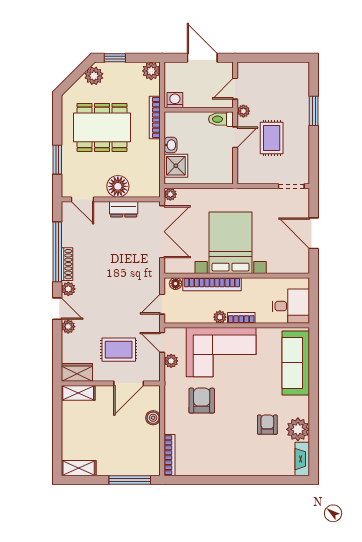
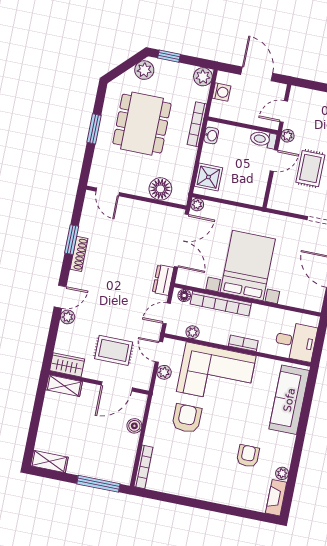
washing machine: (175, 100) -> (221, 92), moved, turned 90
dining table: (102, 127) -> (142, 124), turned 90
washbasin: (170, 145) -> (211, 135), moved
window: (57, 160) -> (94, 129), moved
floor lamp: (118, 186) -> (160, 189), moved
dresser: (124, 209) -> (163, 280), moved, turned 90
window: (57, 252) -> (72, 240), width x0.47
plant: (68, 289) -> (75, 279), removed
door: (57, 309) -> (60, 297), hinge flipped
plant: (220, 317) -> (193, 332), moved
plant: (298, 429) -> (282, 473), width x0.53, depth x0.53

